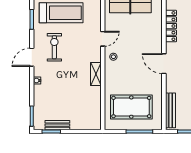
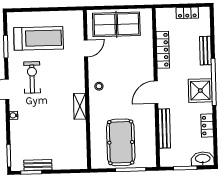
door: (103, 39) -> (86, 48), moved
door: (164, 64) -> (156, 92), hinge flipped
pool table: (131, 107) -> (121, 142), turned 90
bench: (170, 110) -> (164, 128), moved

